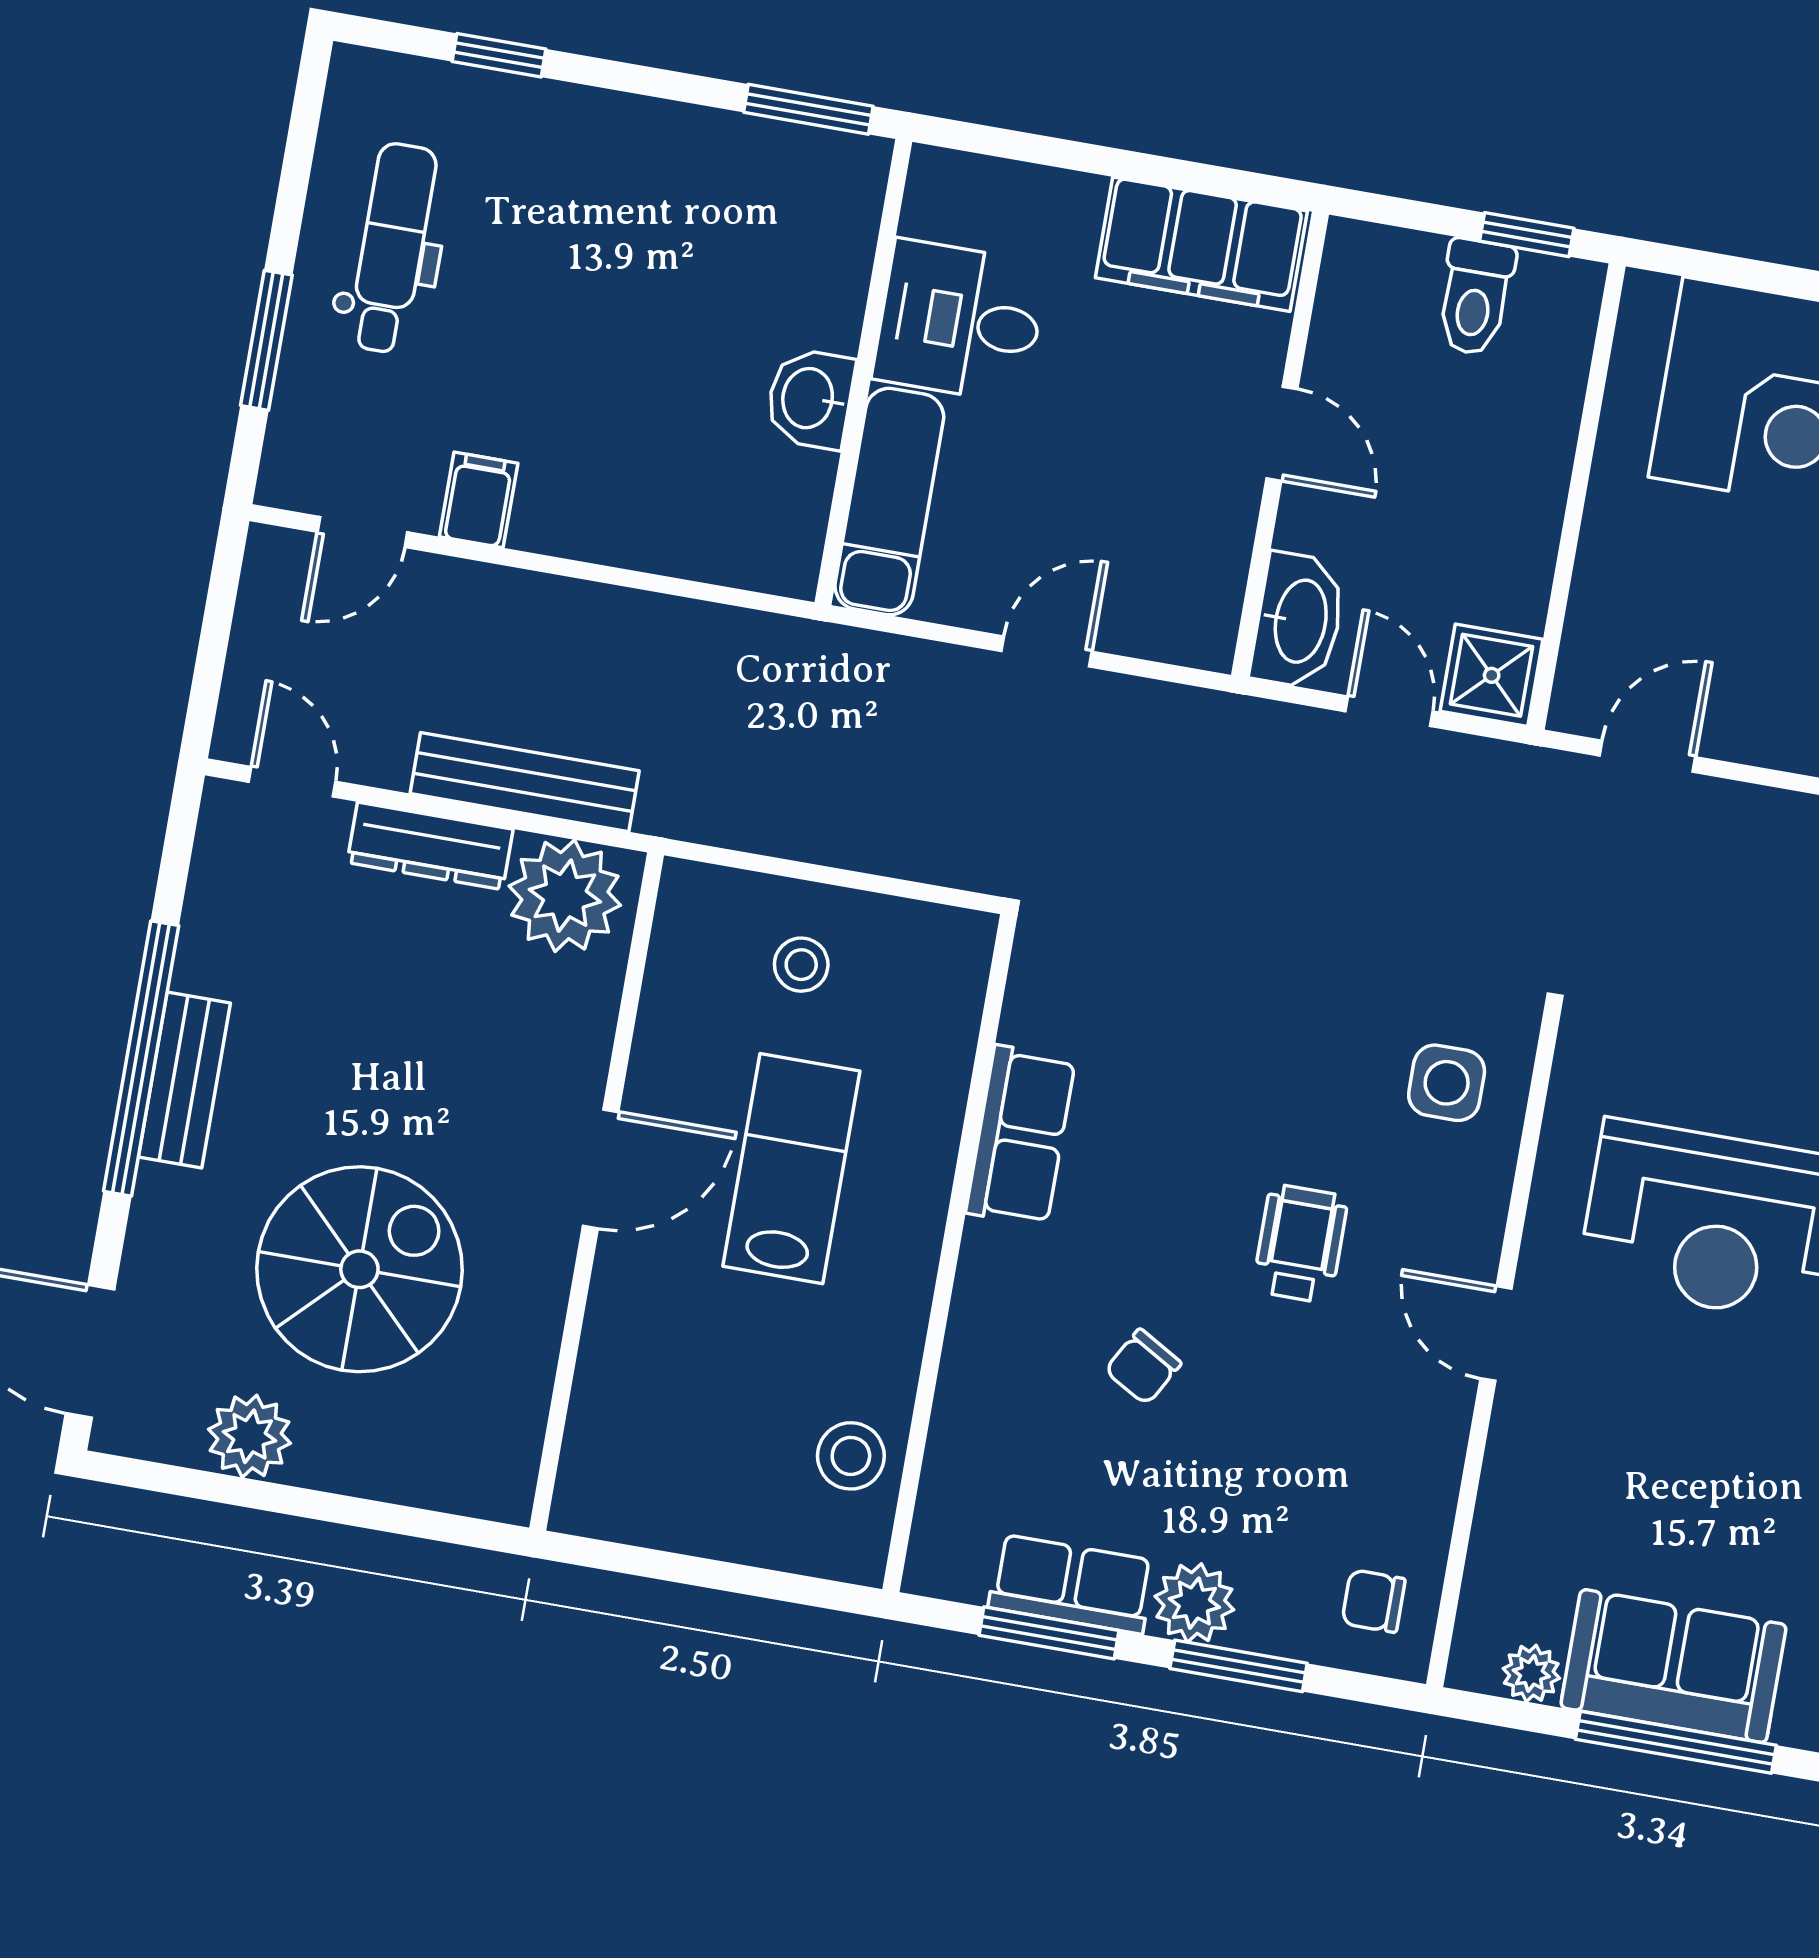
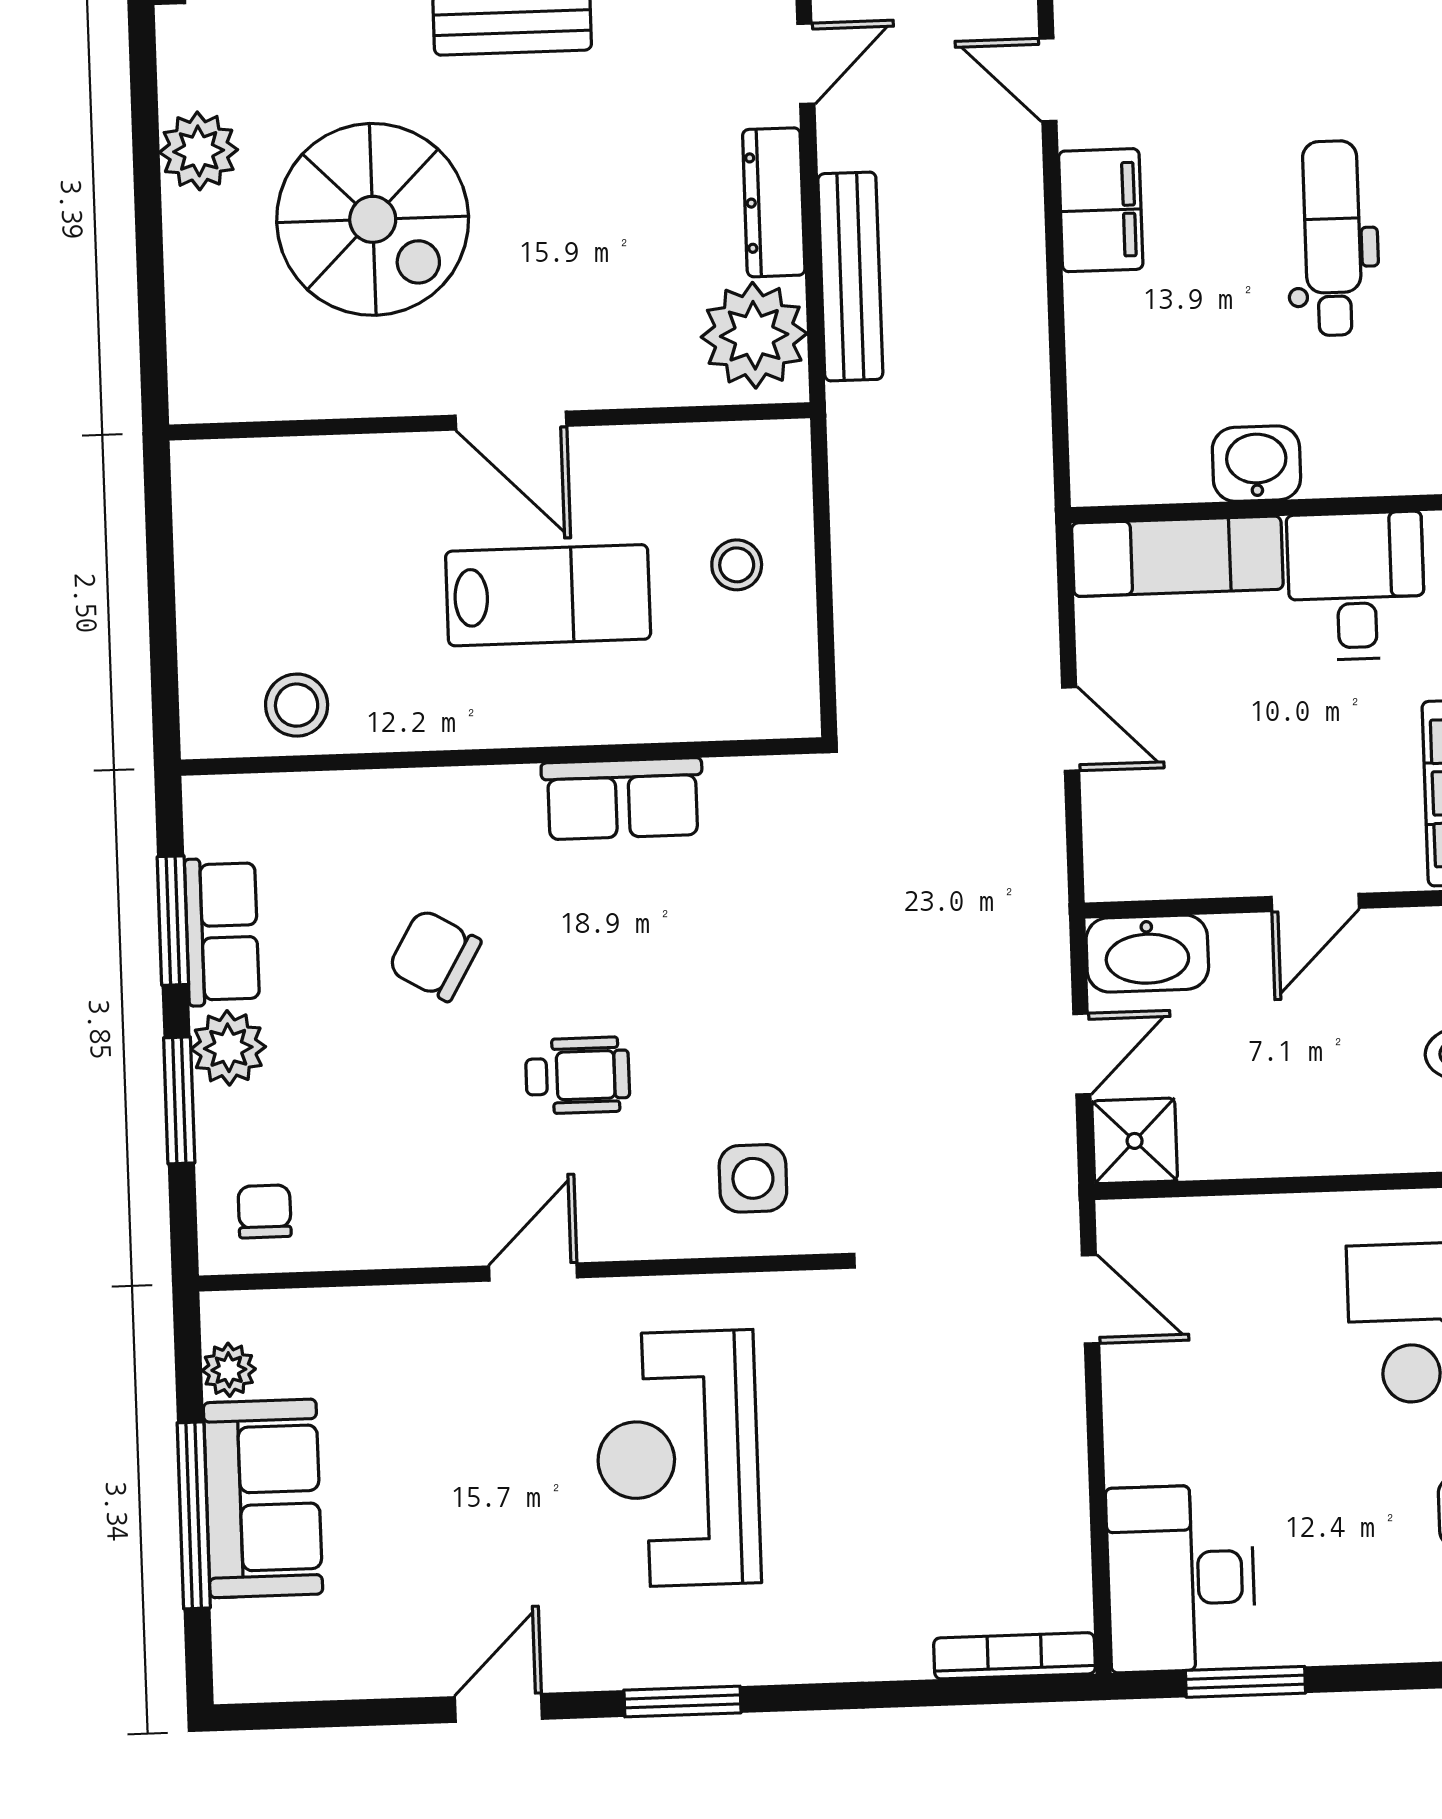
dental chair: (392, 248) -> (1332, 238), moved, turned -90
filing cabinet: (479, 500) -> (1101, 210), width x2.00
chair: (1143, 1367) -> (435, 955), width x1.37, depth x1.37

